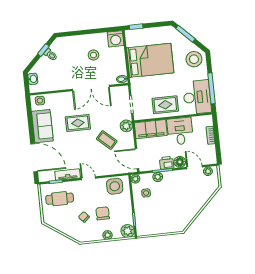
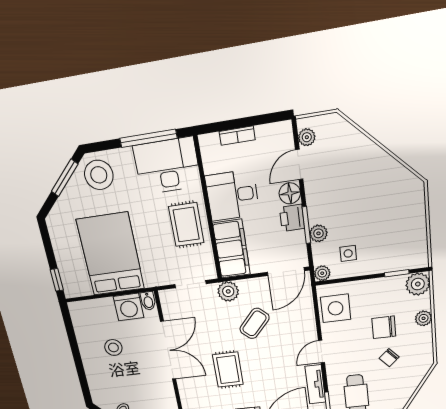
window: (185, 34) -> (65, 178), moved
washing machine: (116, 39) -> (129, 307), moved, turned 90

